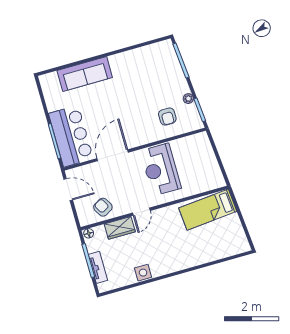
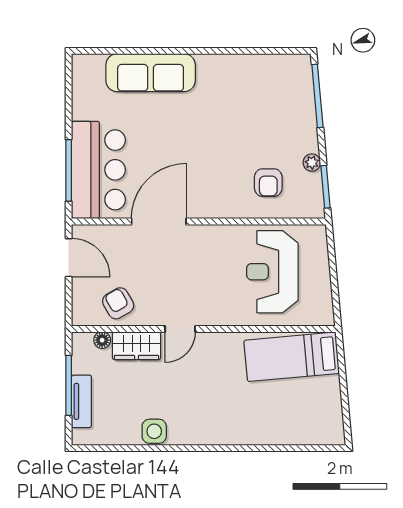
reception desk: (161, 170) -> (272, 272), moved
floor lamp: (89, 233) -> (102, 340), moved

